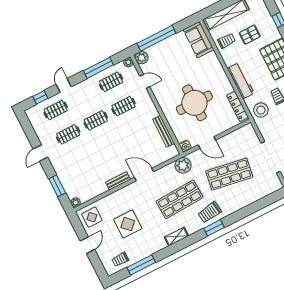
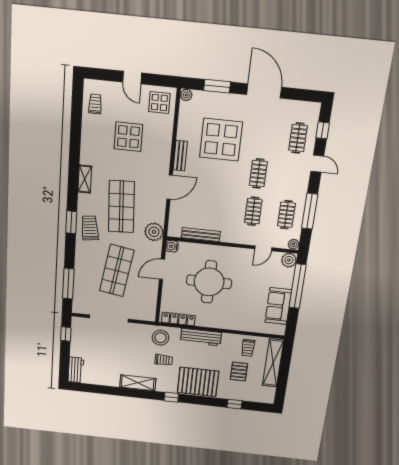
sofa: (198, 40) -> (278, 306), moved, turned -90
clothes rail: (68, 134) -> (264, 135), removed
door: (40, 153) -> (264, 91), width x1.88
display table: (90, 161) -> (221, 140), added
window: (141, 265) -> (68, 284), moved

